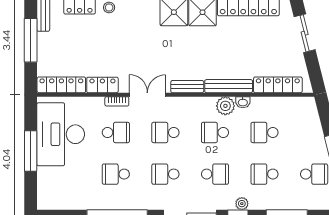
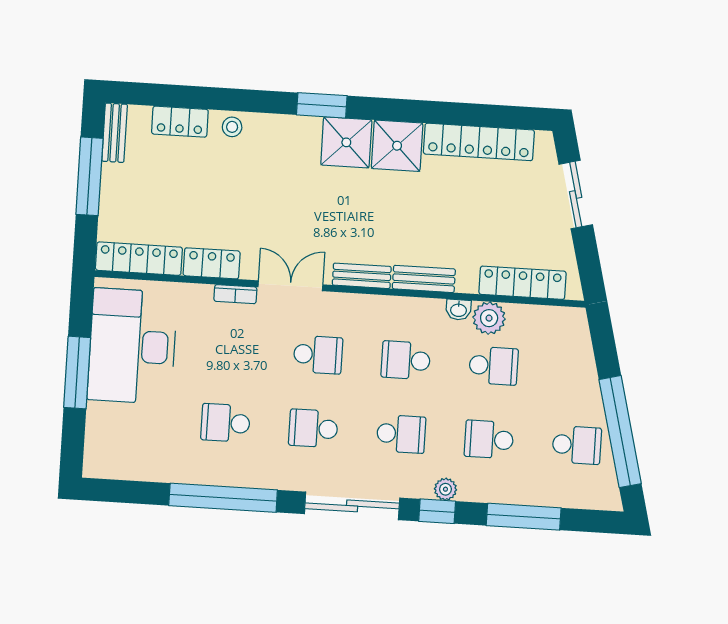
bench: (229, 86) -> (424, 279), width x0.73
plant: (225, 106) -> (489, 318), moved
school desk: (116, 132) -> (230, 349), removed
school desk: (165, 132) -> (318, 355), turned 180
school desk: (265, 132) -> (494, 366), turned 180

